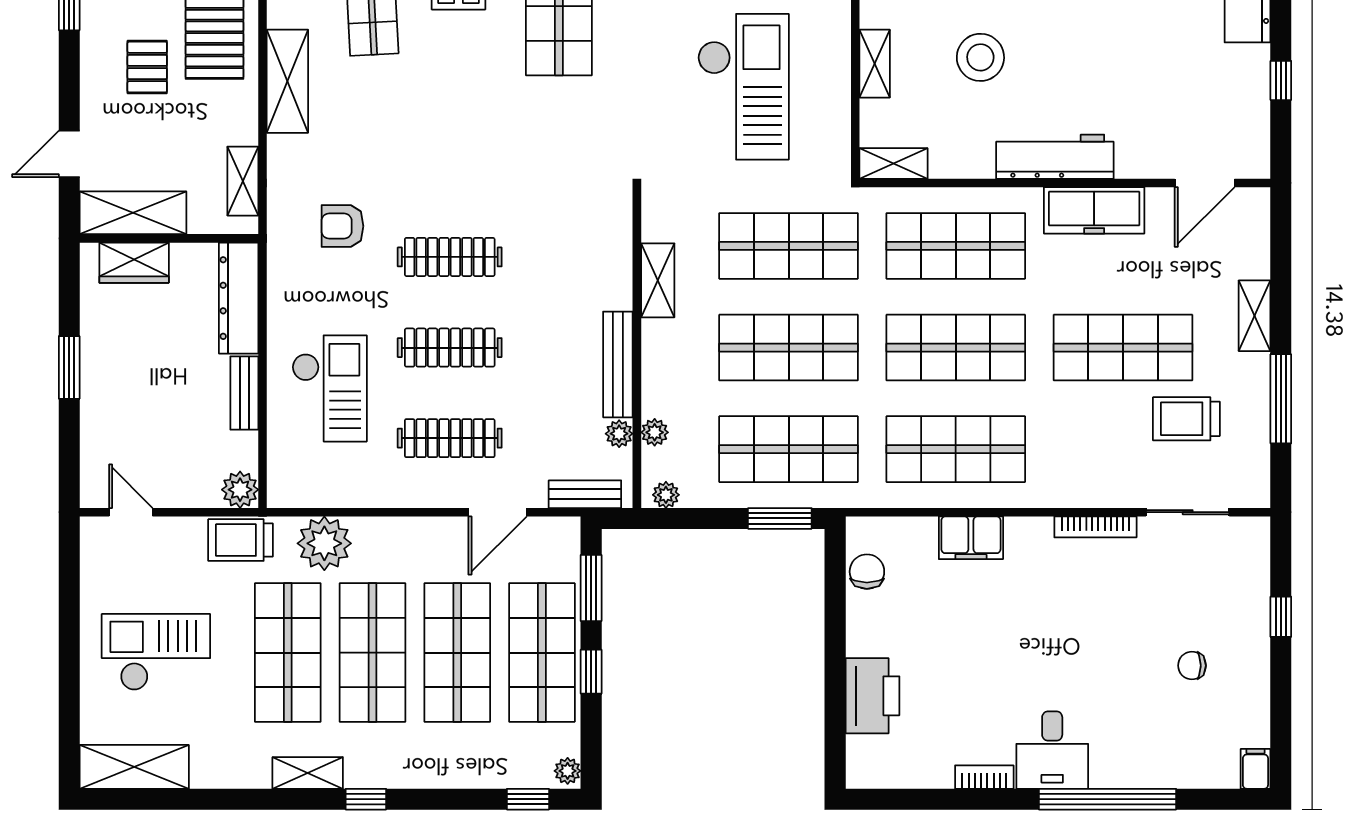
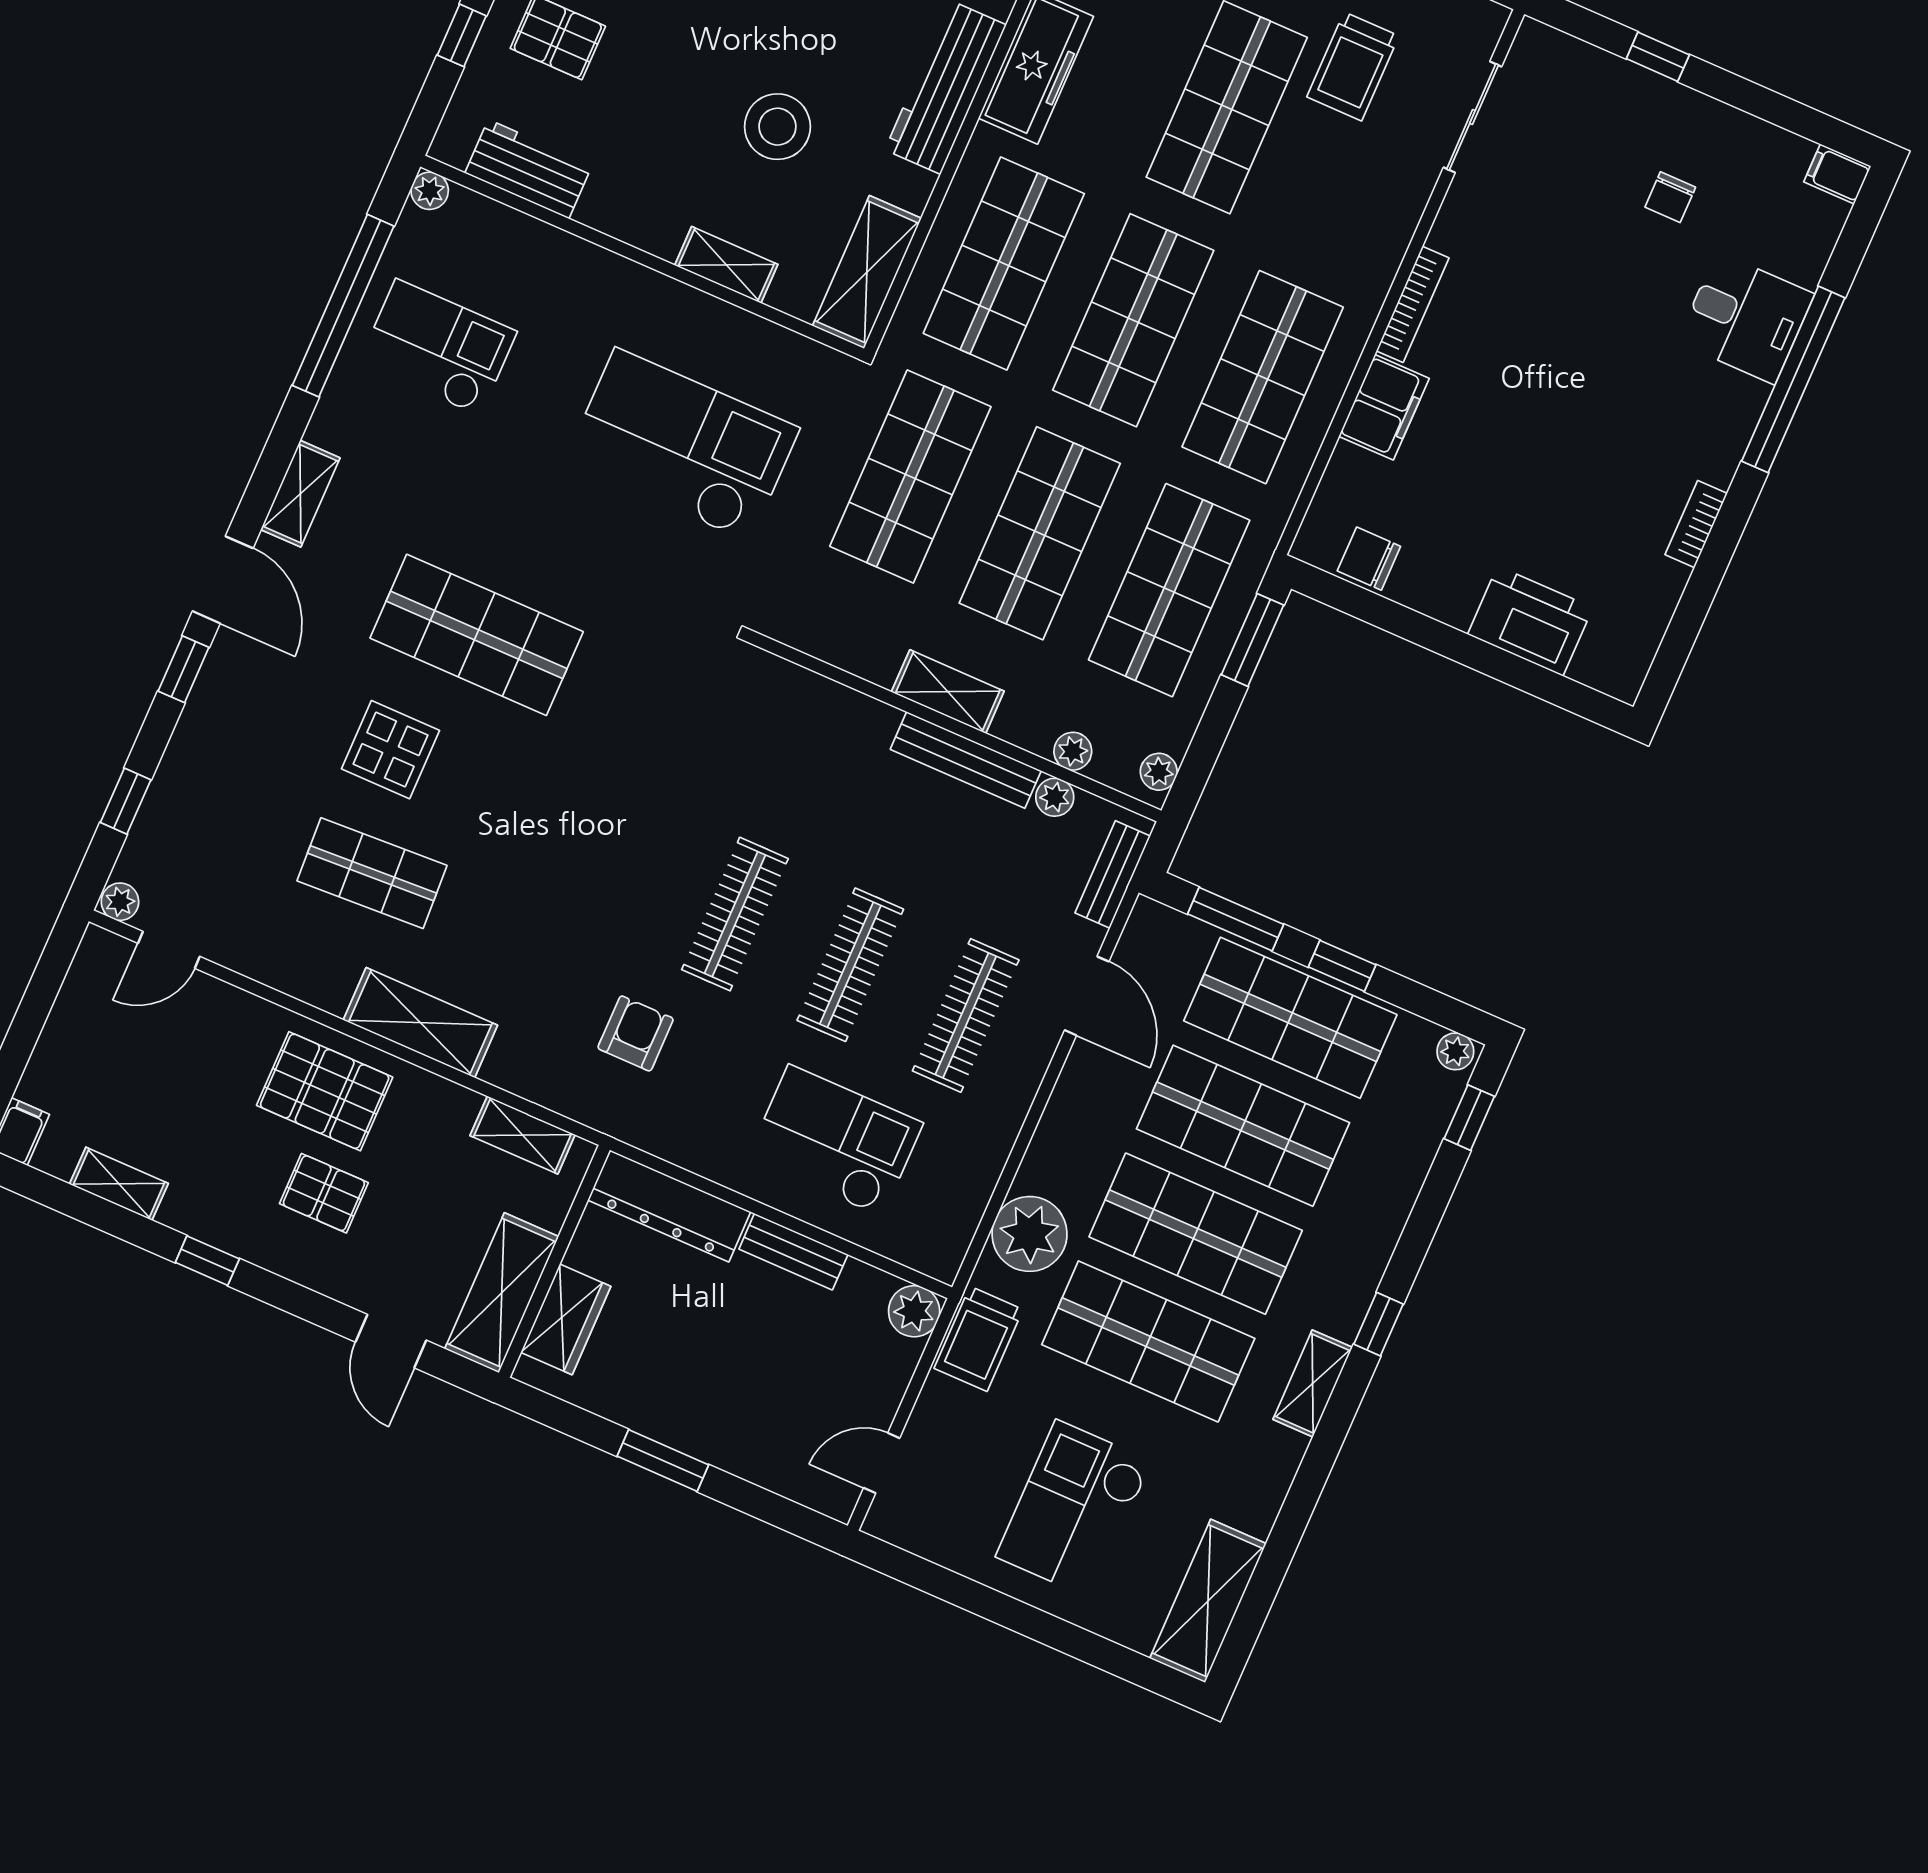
shelving: (893, 163) -> (867, 272), width x1.50, depth x1.33
armchair: (342, 226) -> (636, 1033), turned 180
shelving: (658, 280) -> (948, 692), moved
bookcase: (1095, 527) -> (1413, 304), moved
desk: (1052, 750) -> (1746, 318), moved

